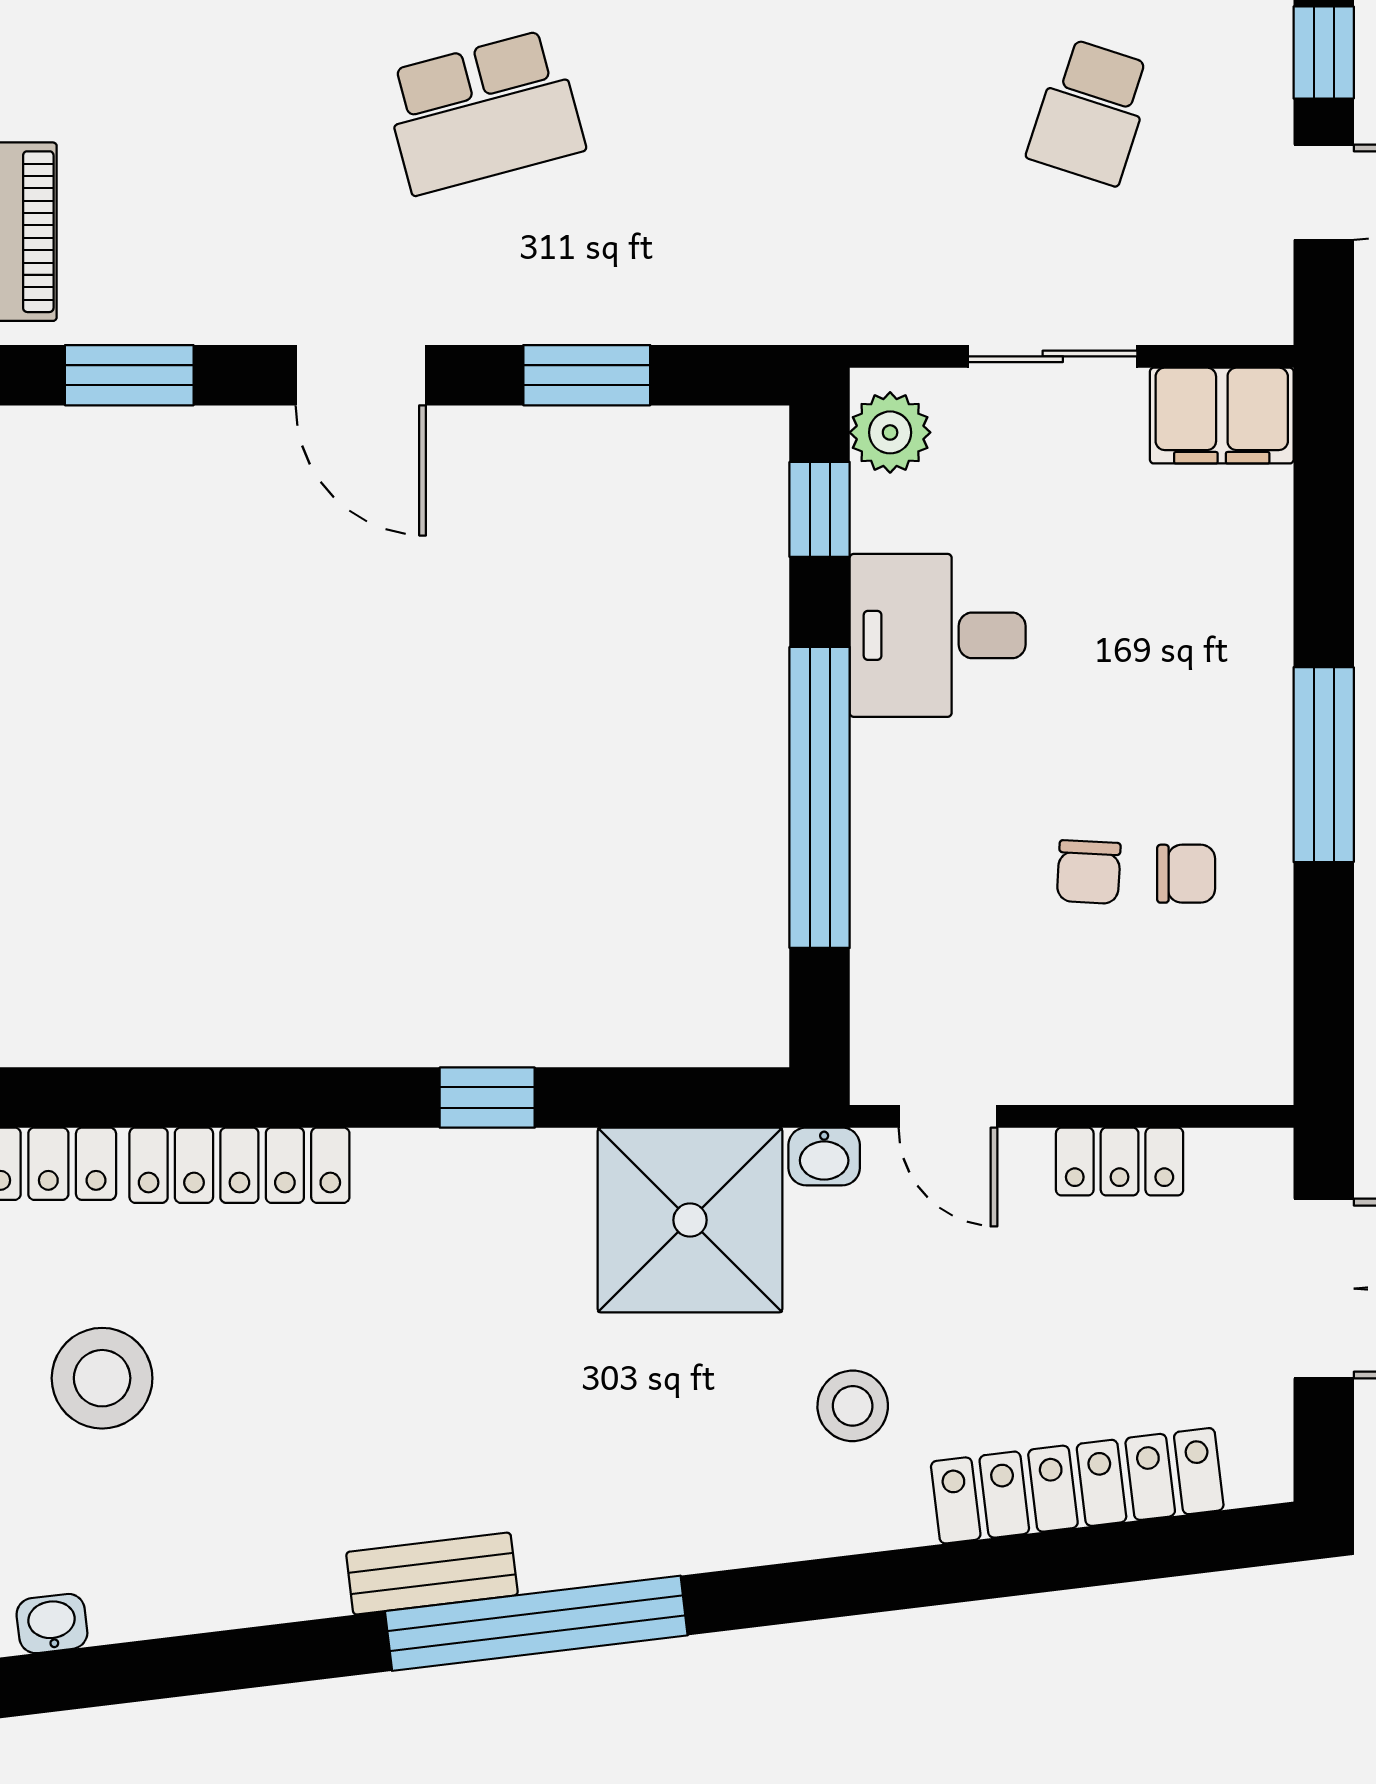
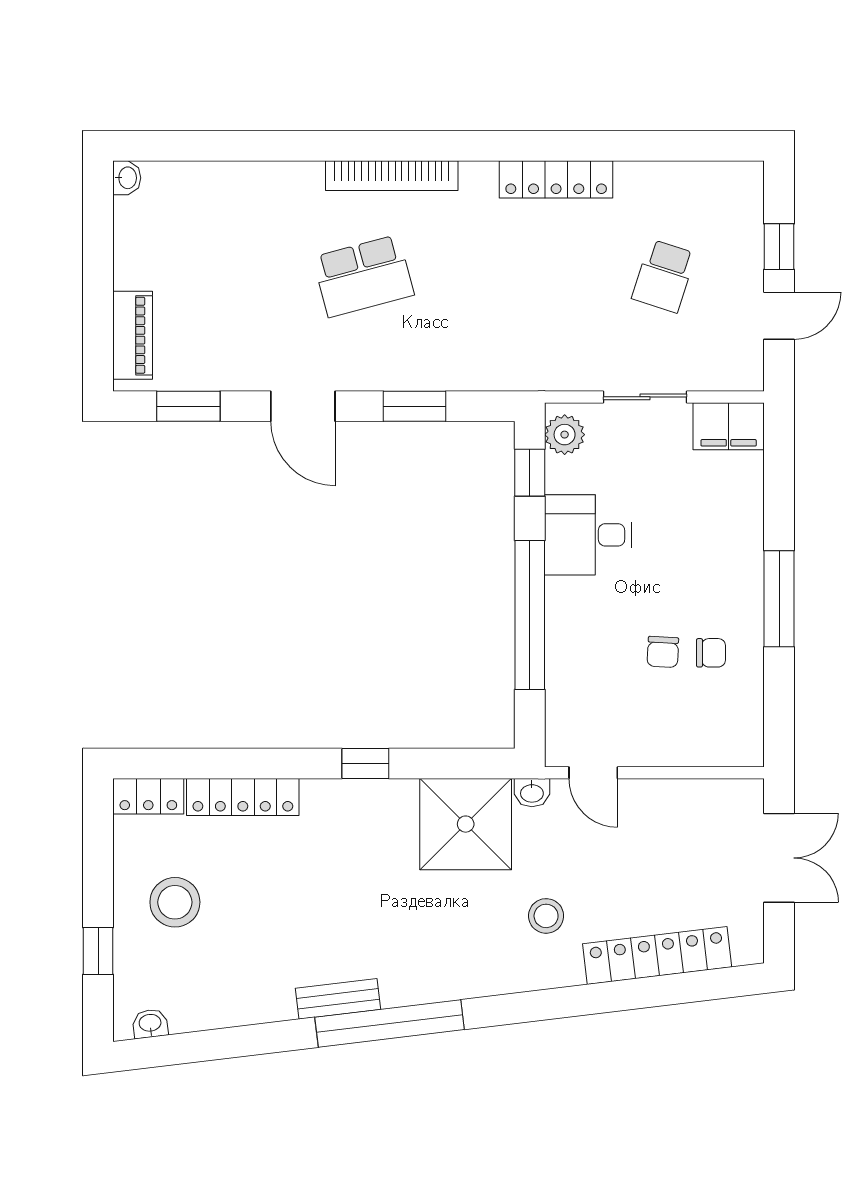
locker: (1120, 1162) -> (678, 795), removed

